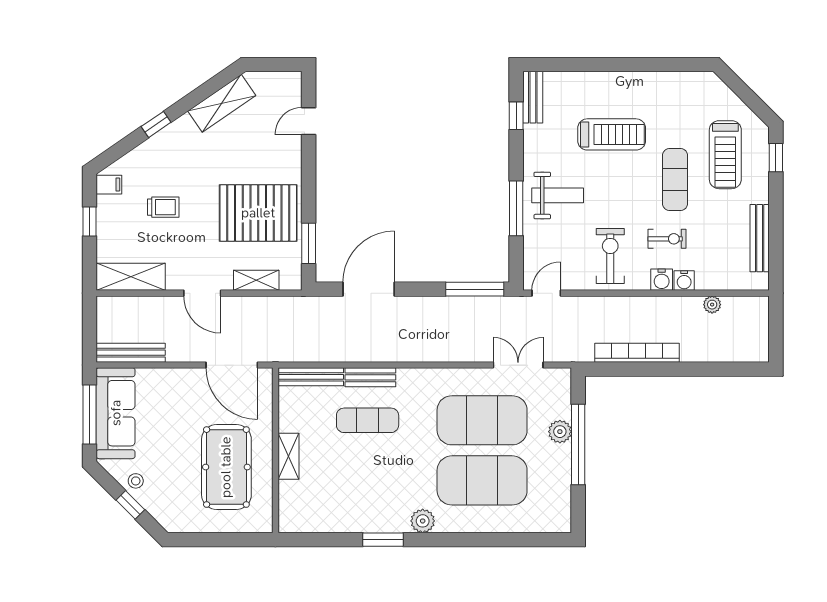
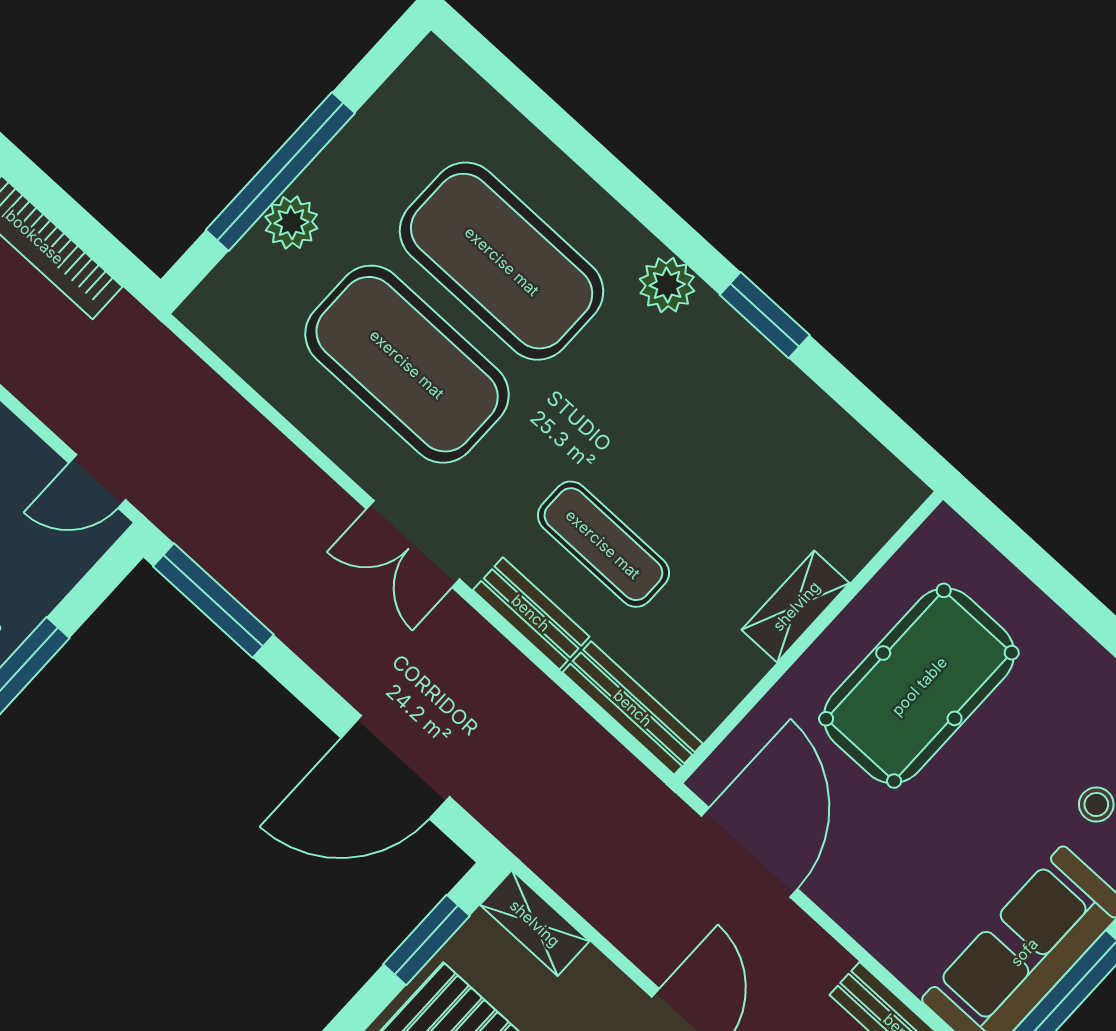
shelving: (256, 280) -> (535, 923), moved
double door: (518, 365) -> (413, 544), moved

